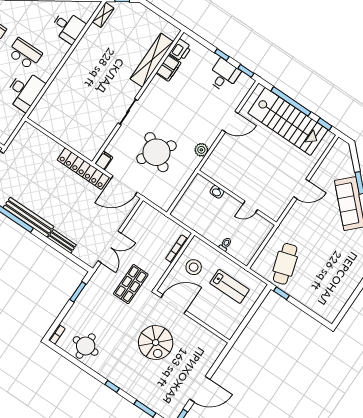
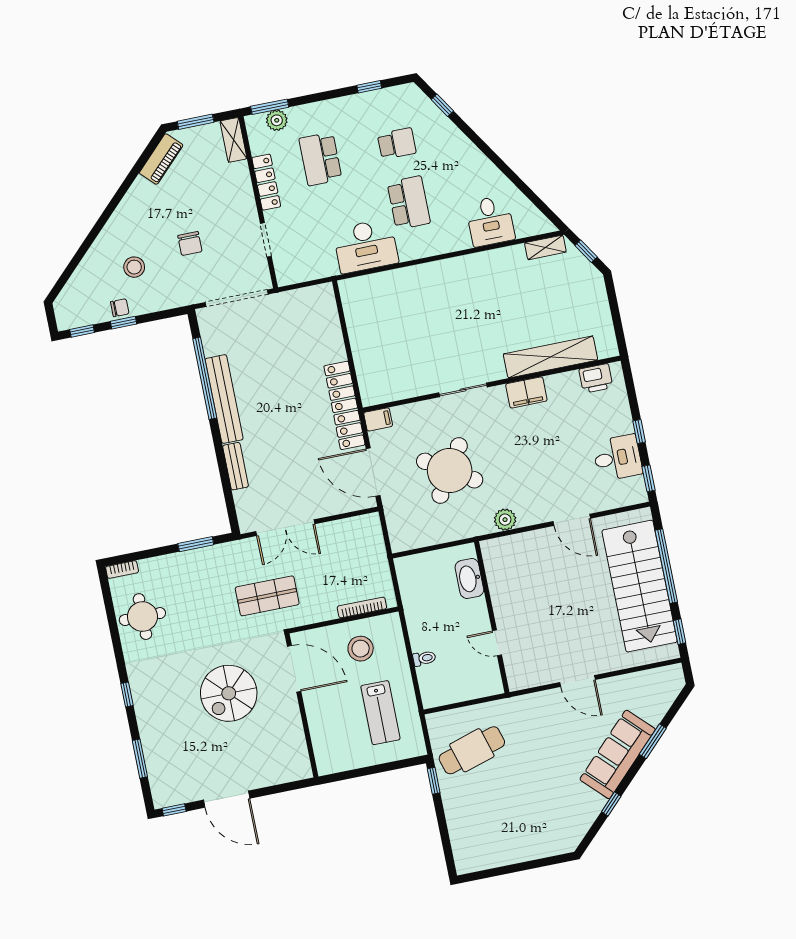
filing cabinet: (169, 68) -> (526, 392), moved
washbasin: (217, 192) -> (469, 579), width x1.91, depth x1.45

